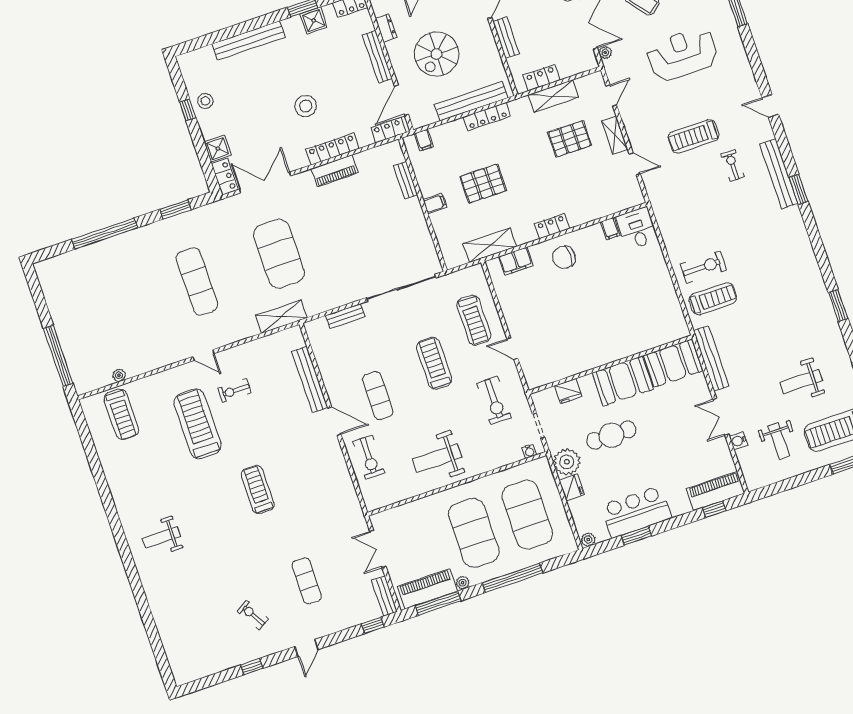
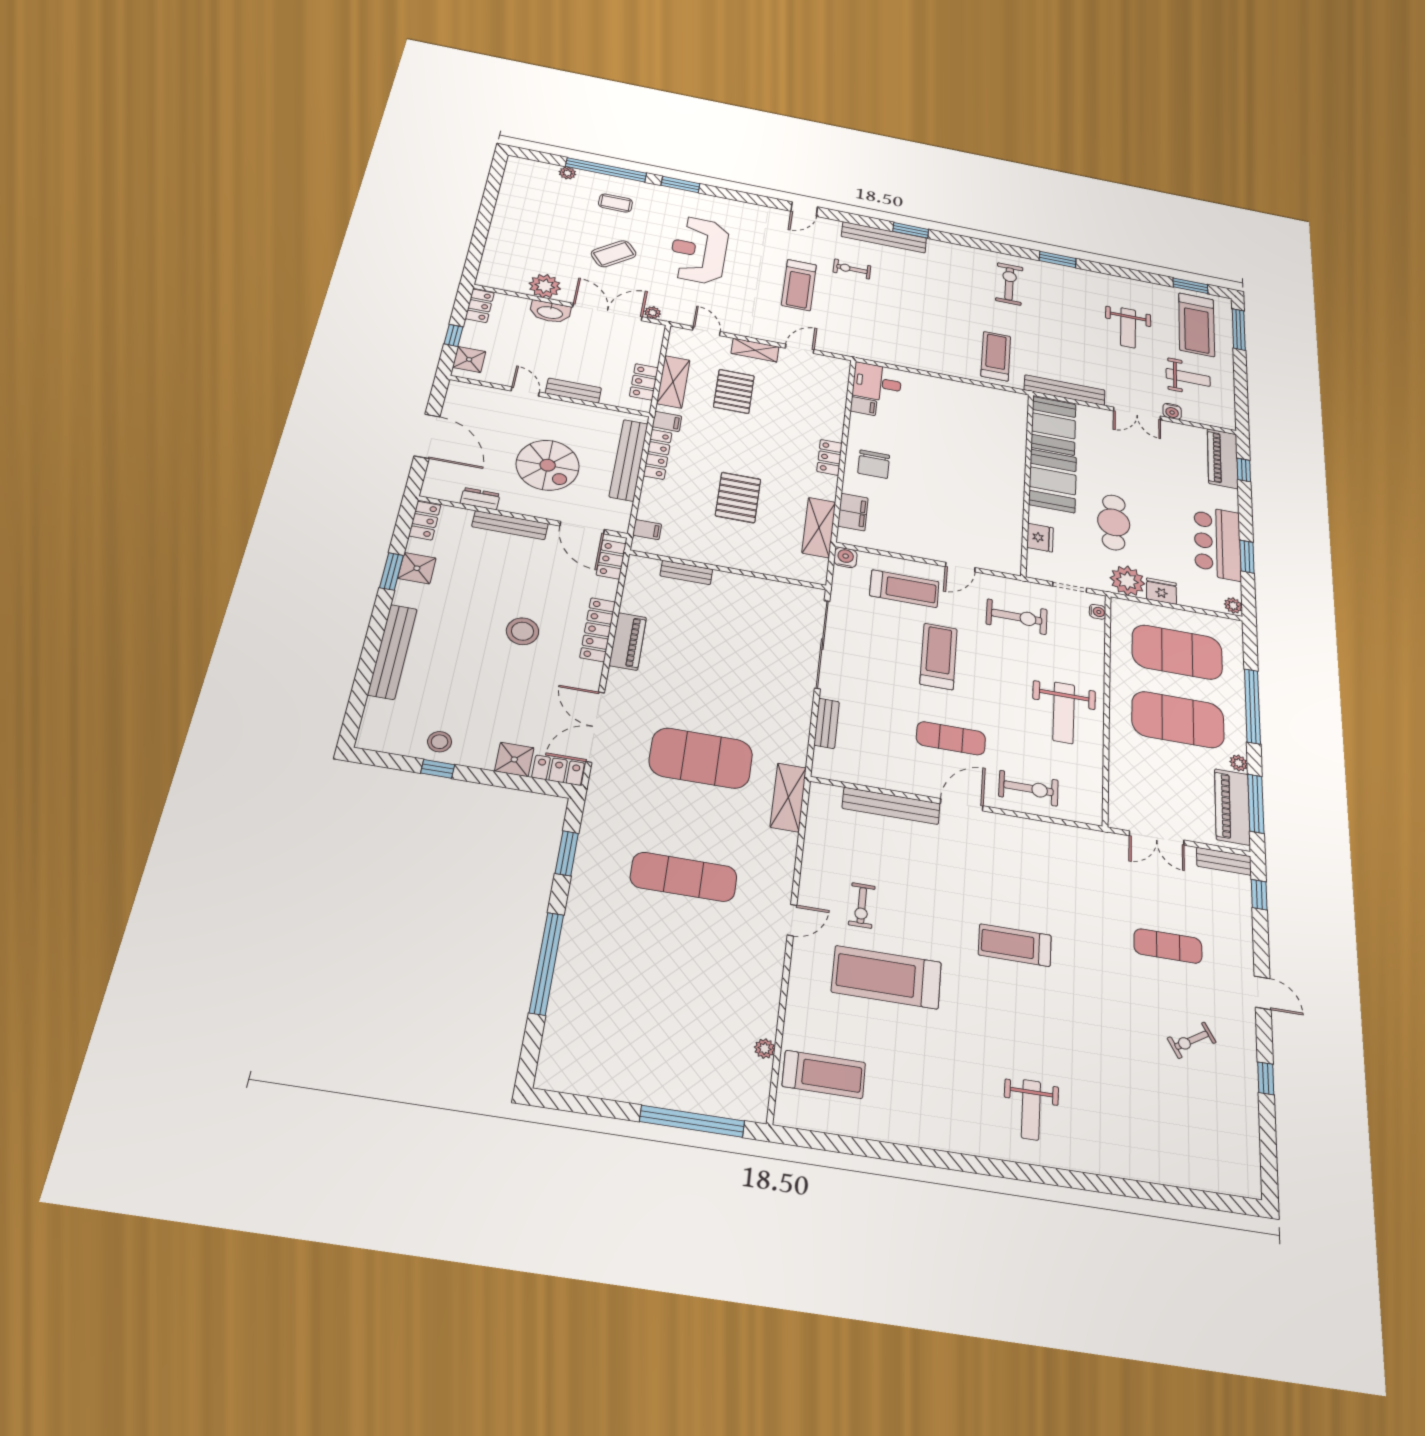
filing cabinet: (435, 203) -> (667, 421), moved, turned 90
exercise bike: (703, 267) -> (1009, 284), moved
water cooler: (476, 273) -> (845, 558), added
treadmill: (434, 363) -> (939, 656), turned 90

